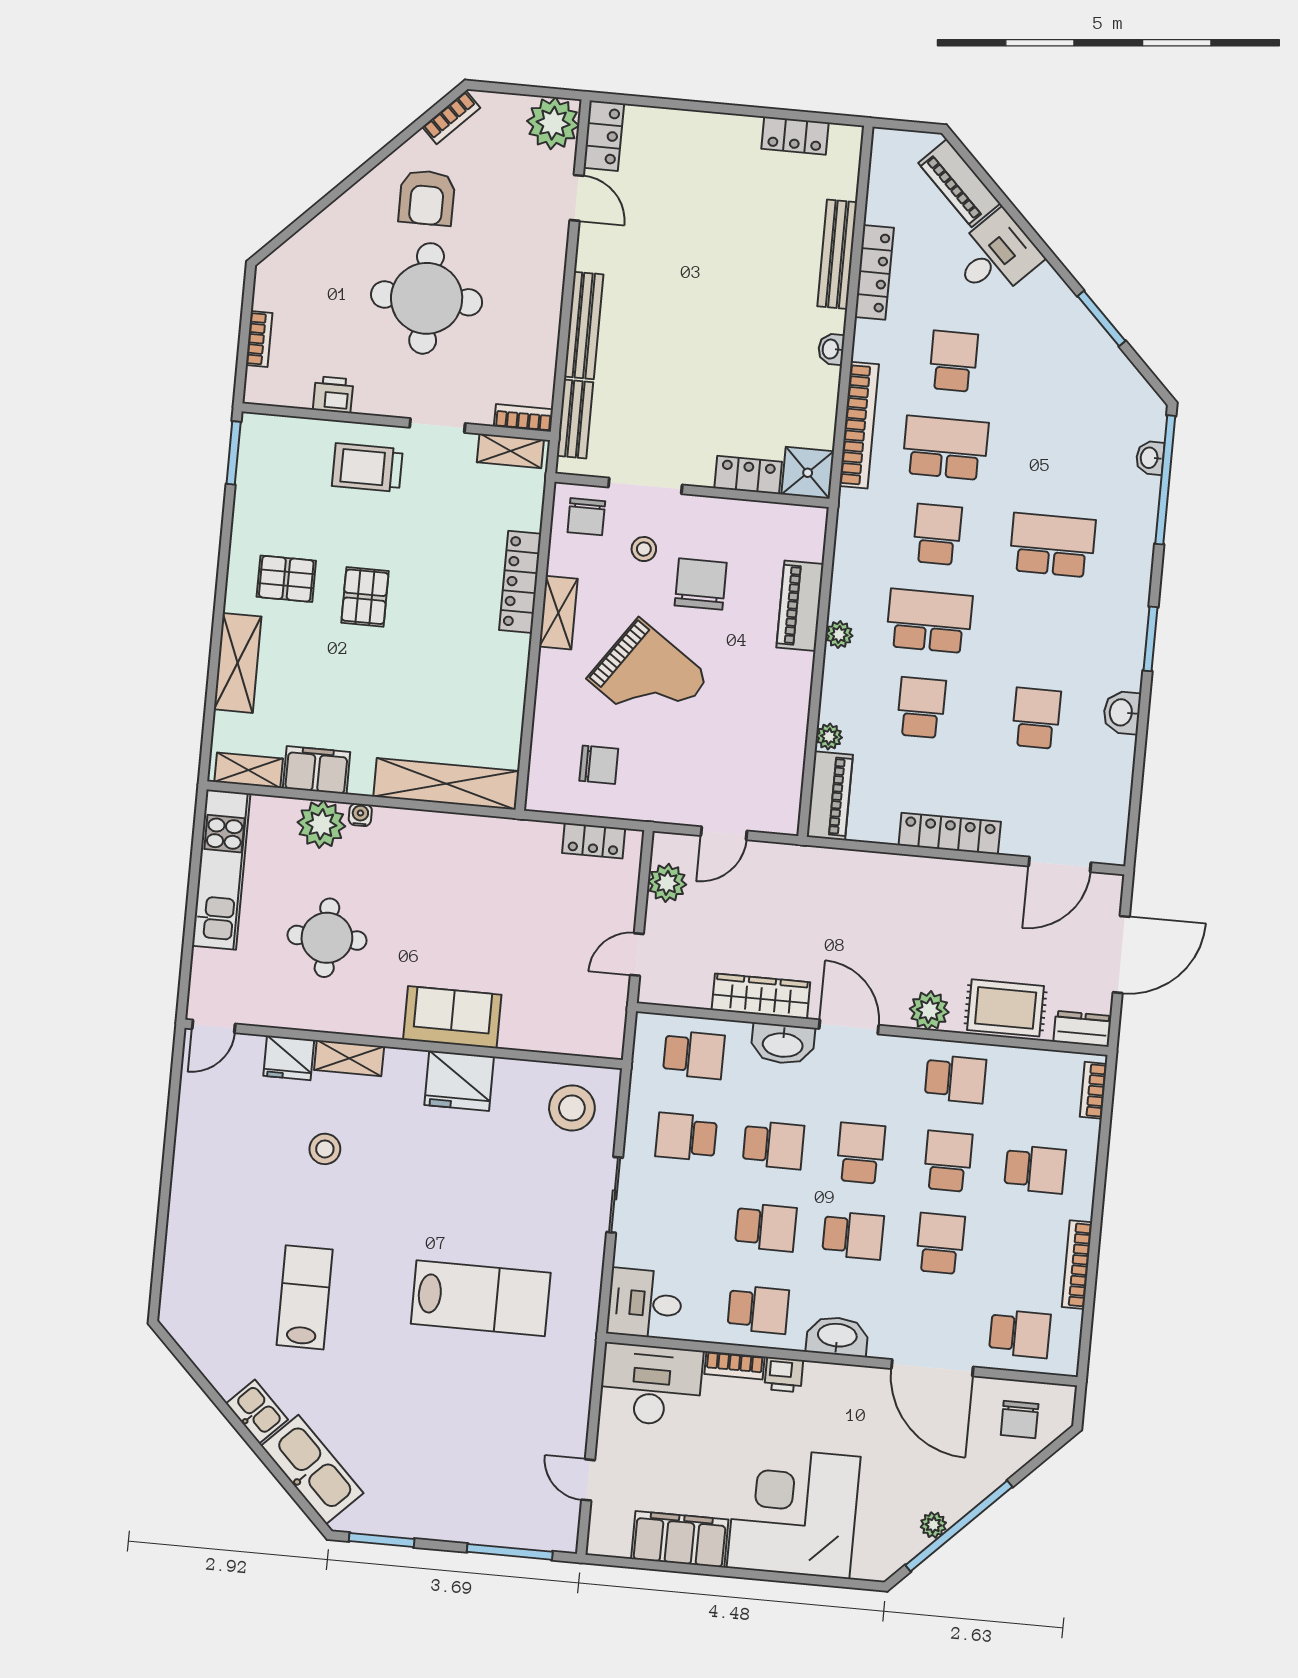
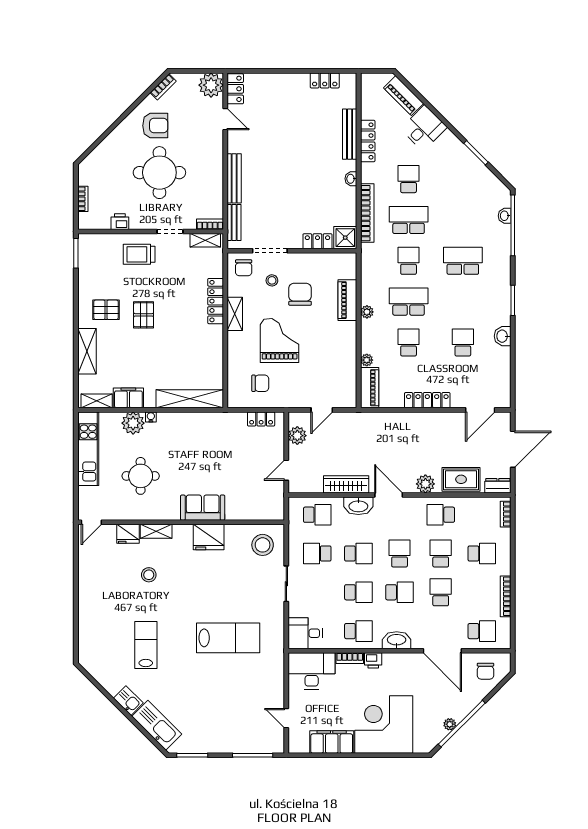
armchair: (427, 198) -> (155, 126), turned -90
grand piano: (648, 678) -> (280, 340), turned -125
school desk: (955, 1079) -> (441, 515), turned 180

